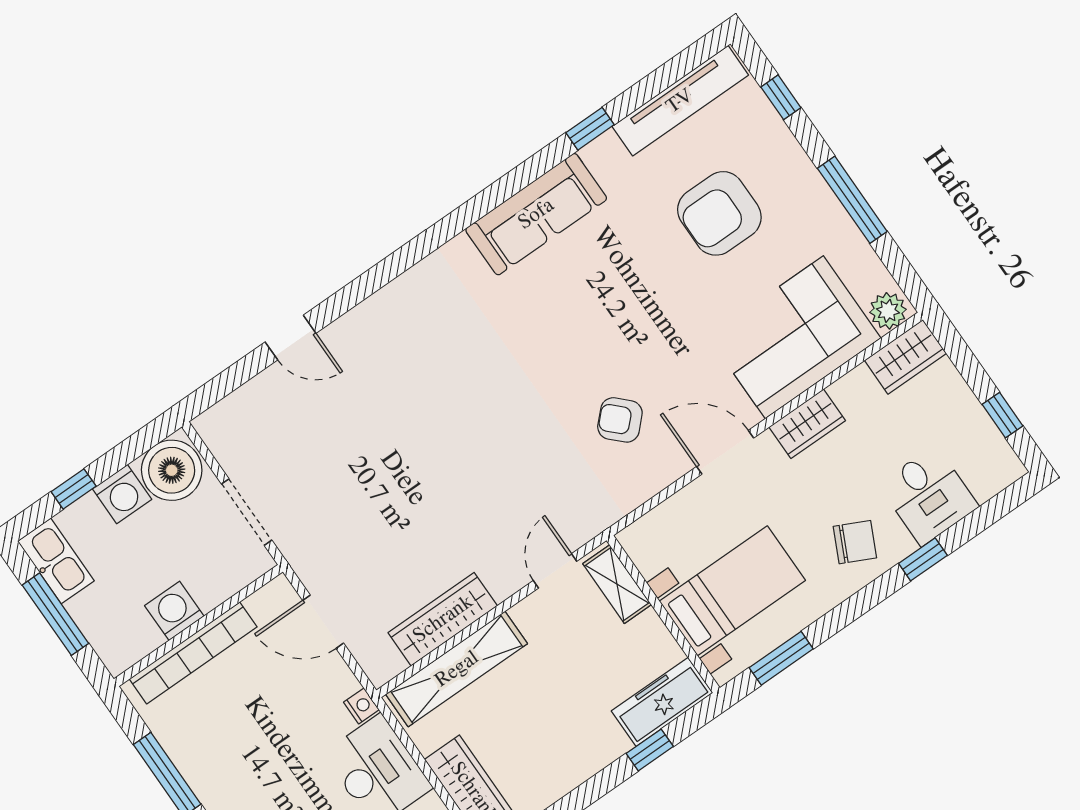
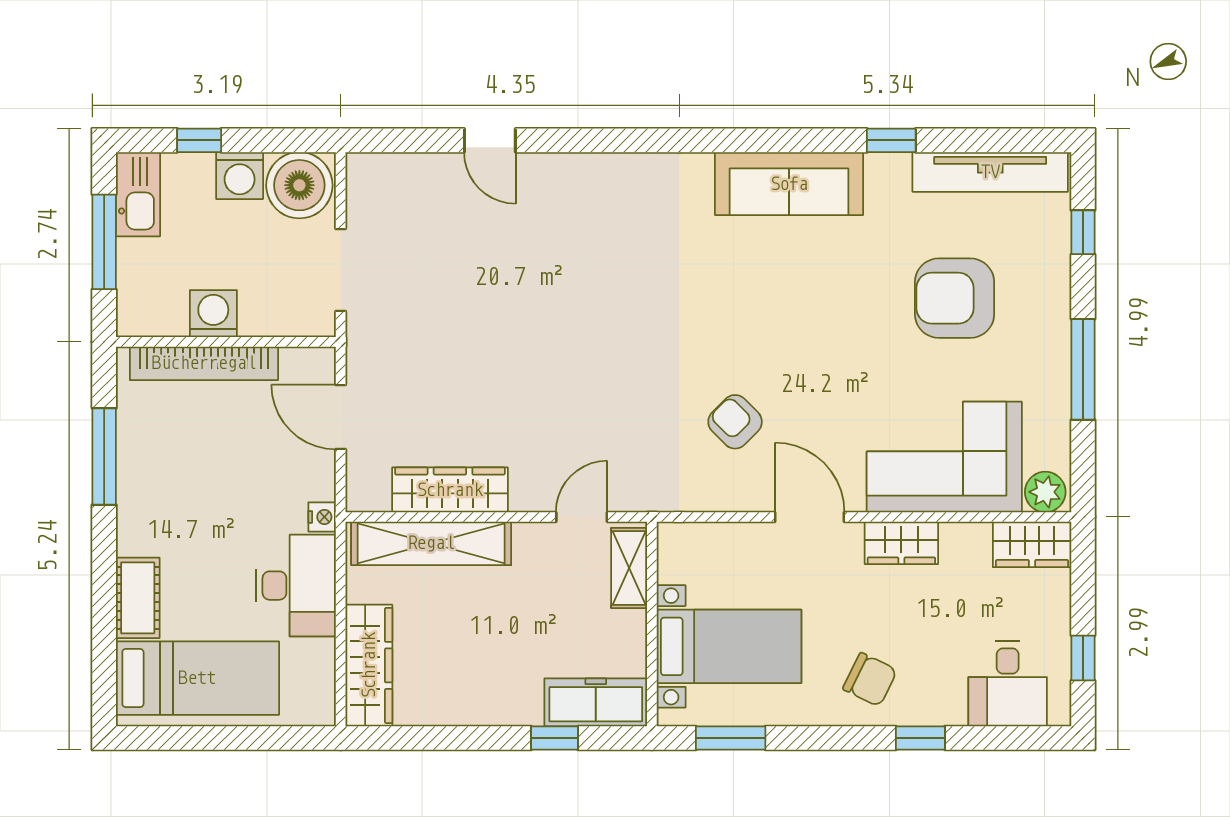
desk: (928, 496) -> (1008, 684), moved

